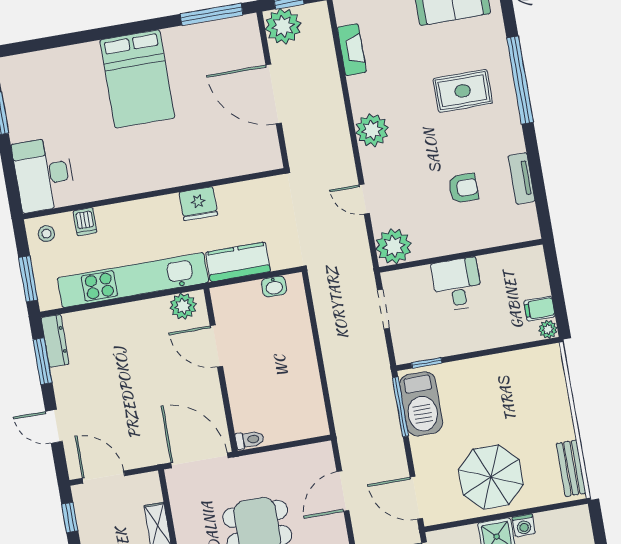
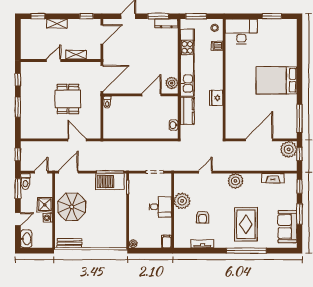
rug: (463, 91) -> (246, 224), width x1.36, depth x1.43
plant: (394, 246) -> (182, 201), moved
filing cabinet: (539, 309) -> (167, 242), moved

